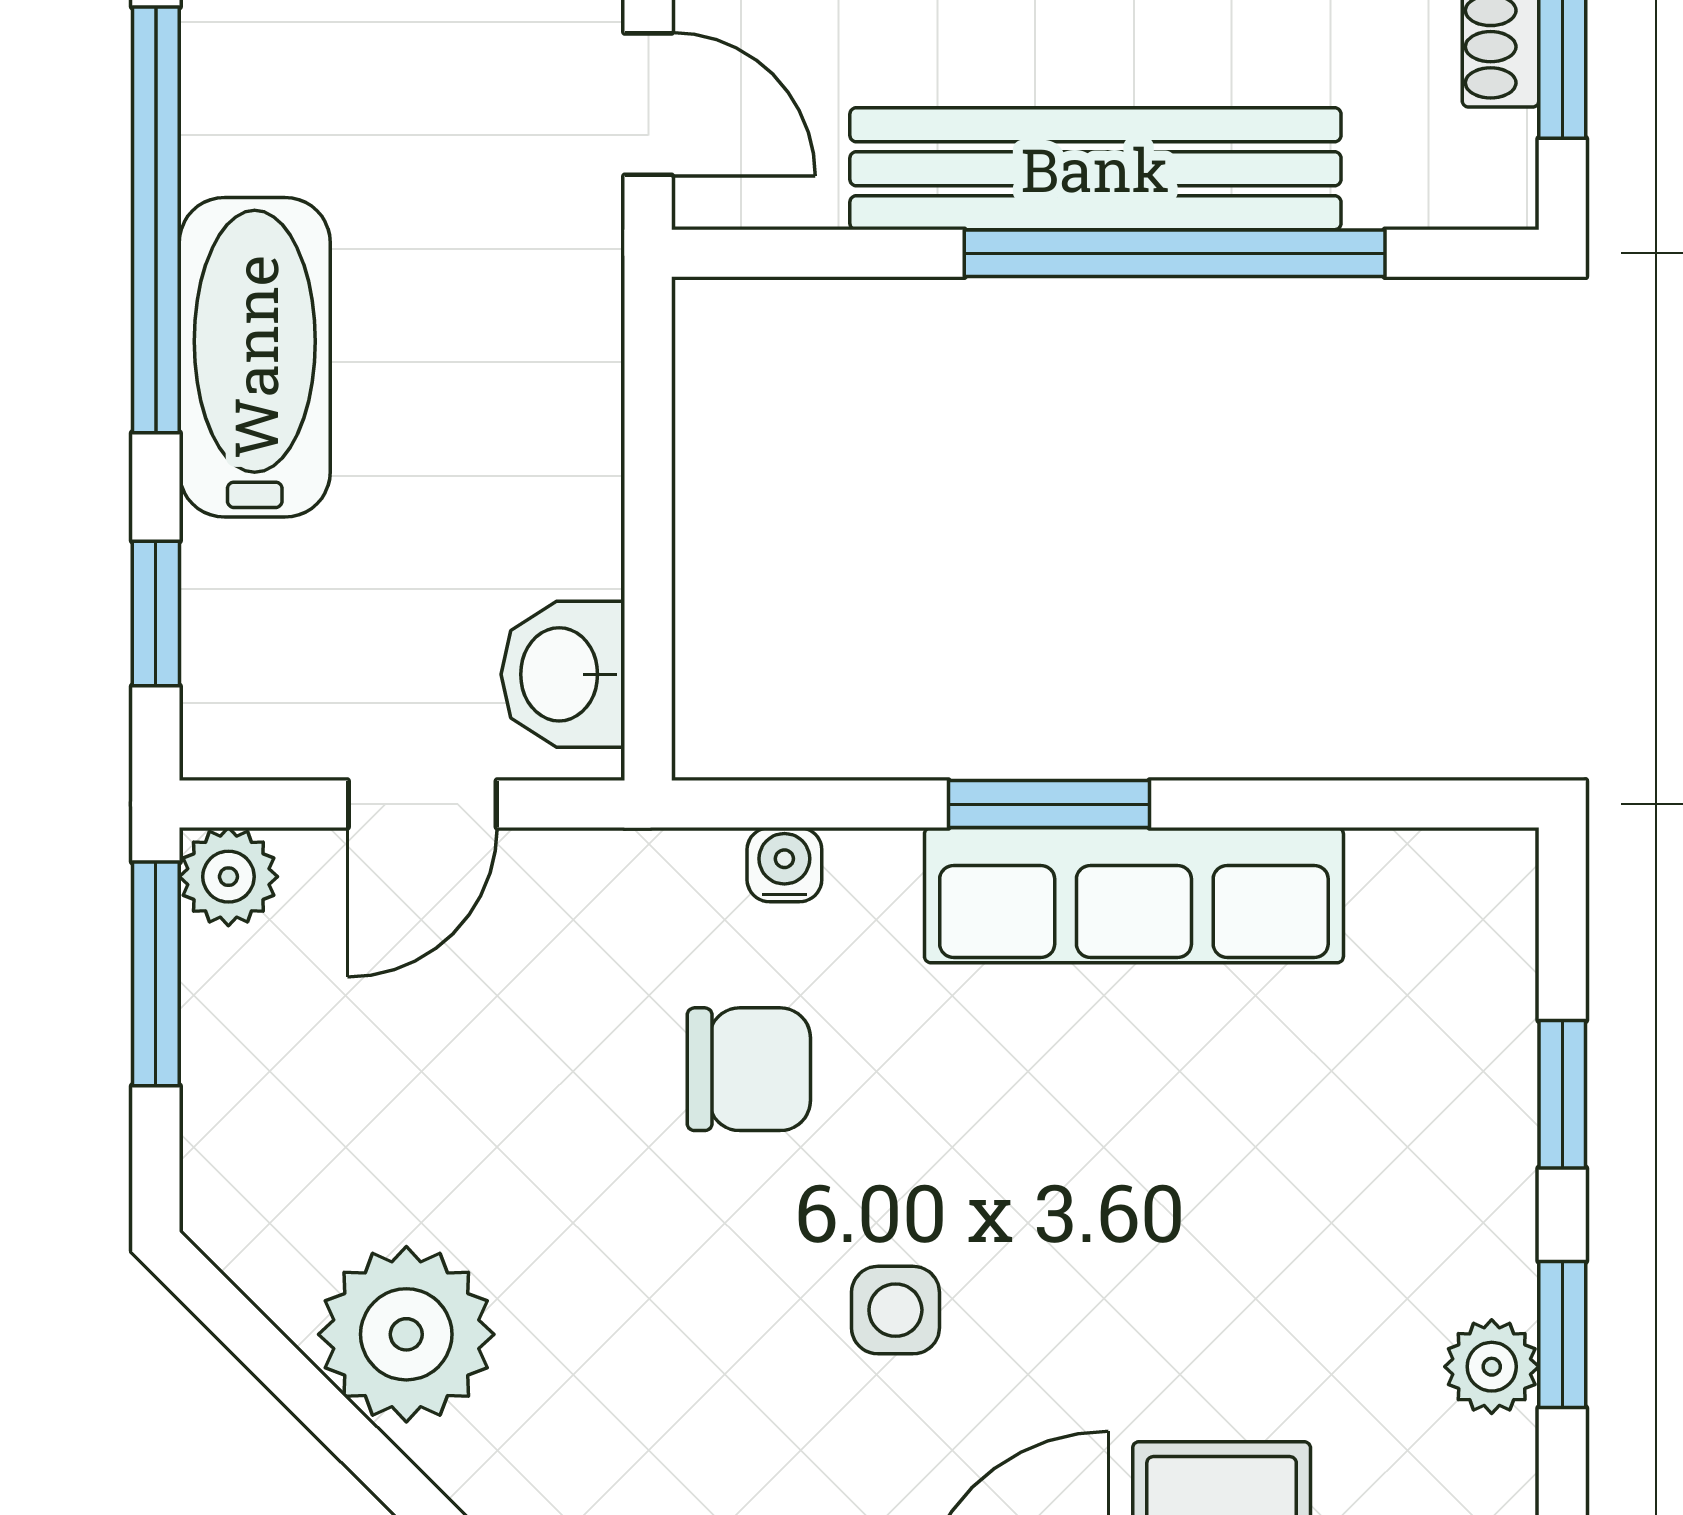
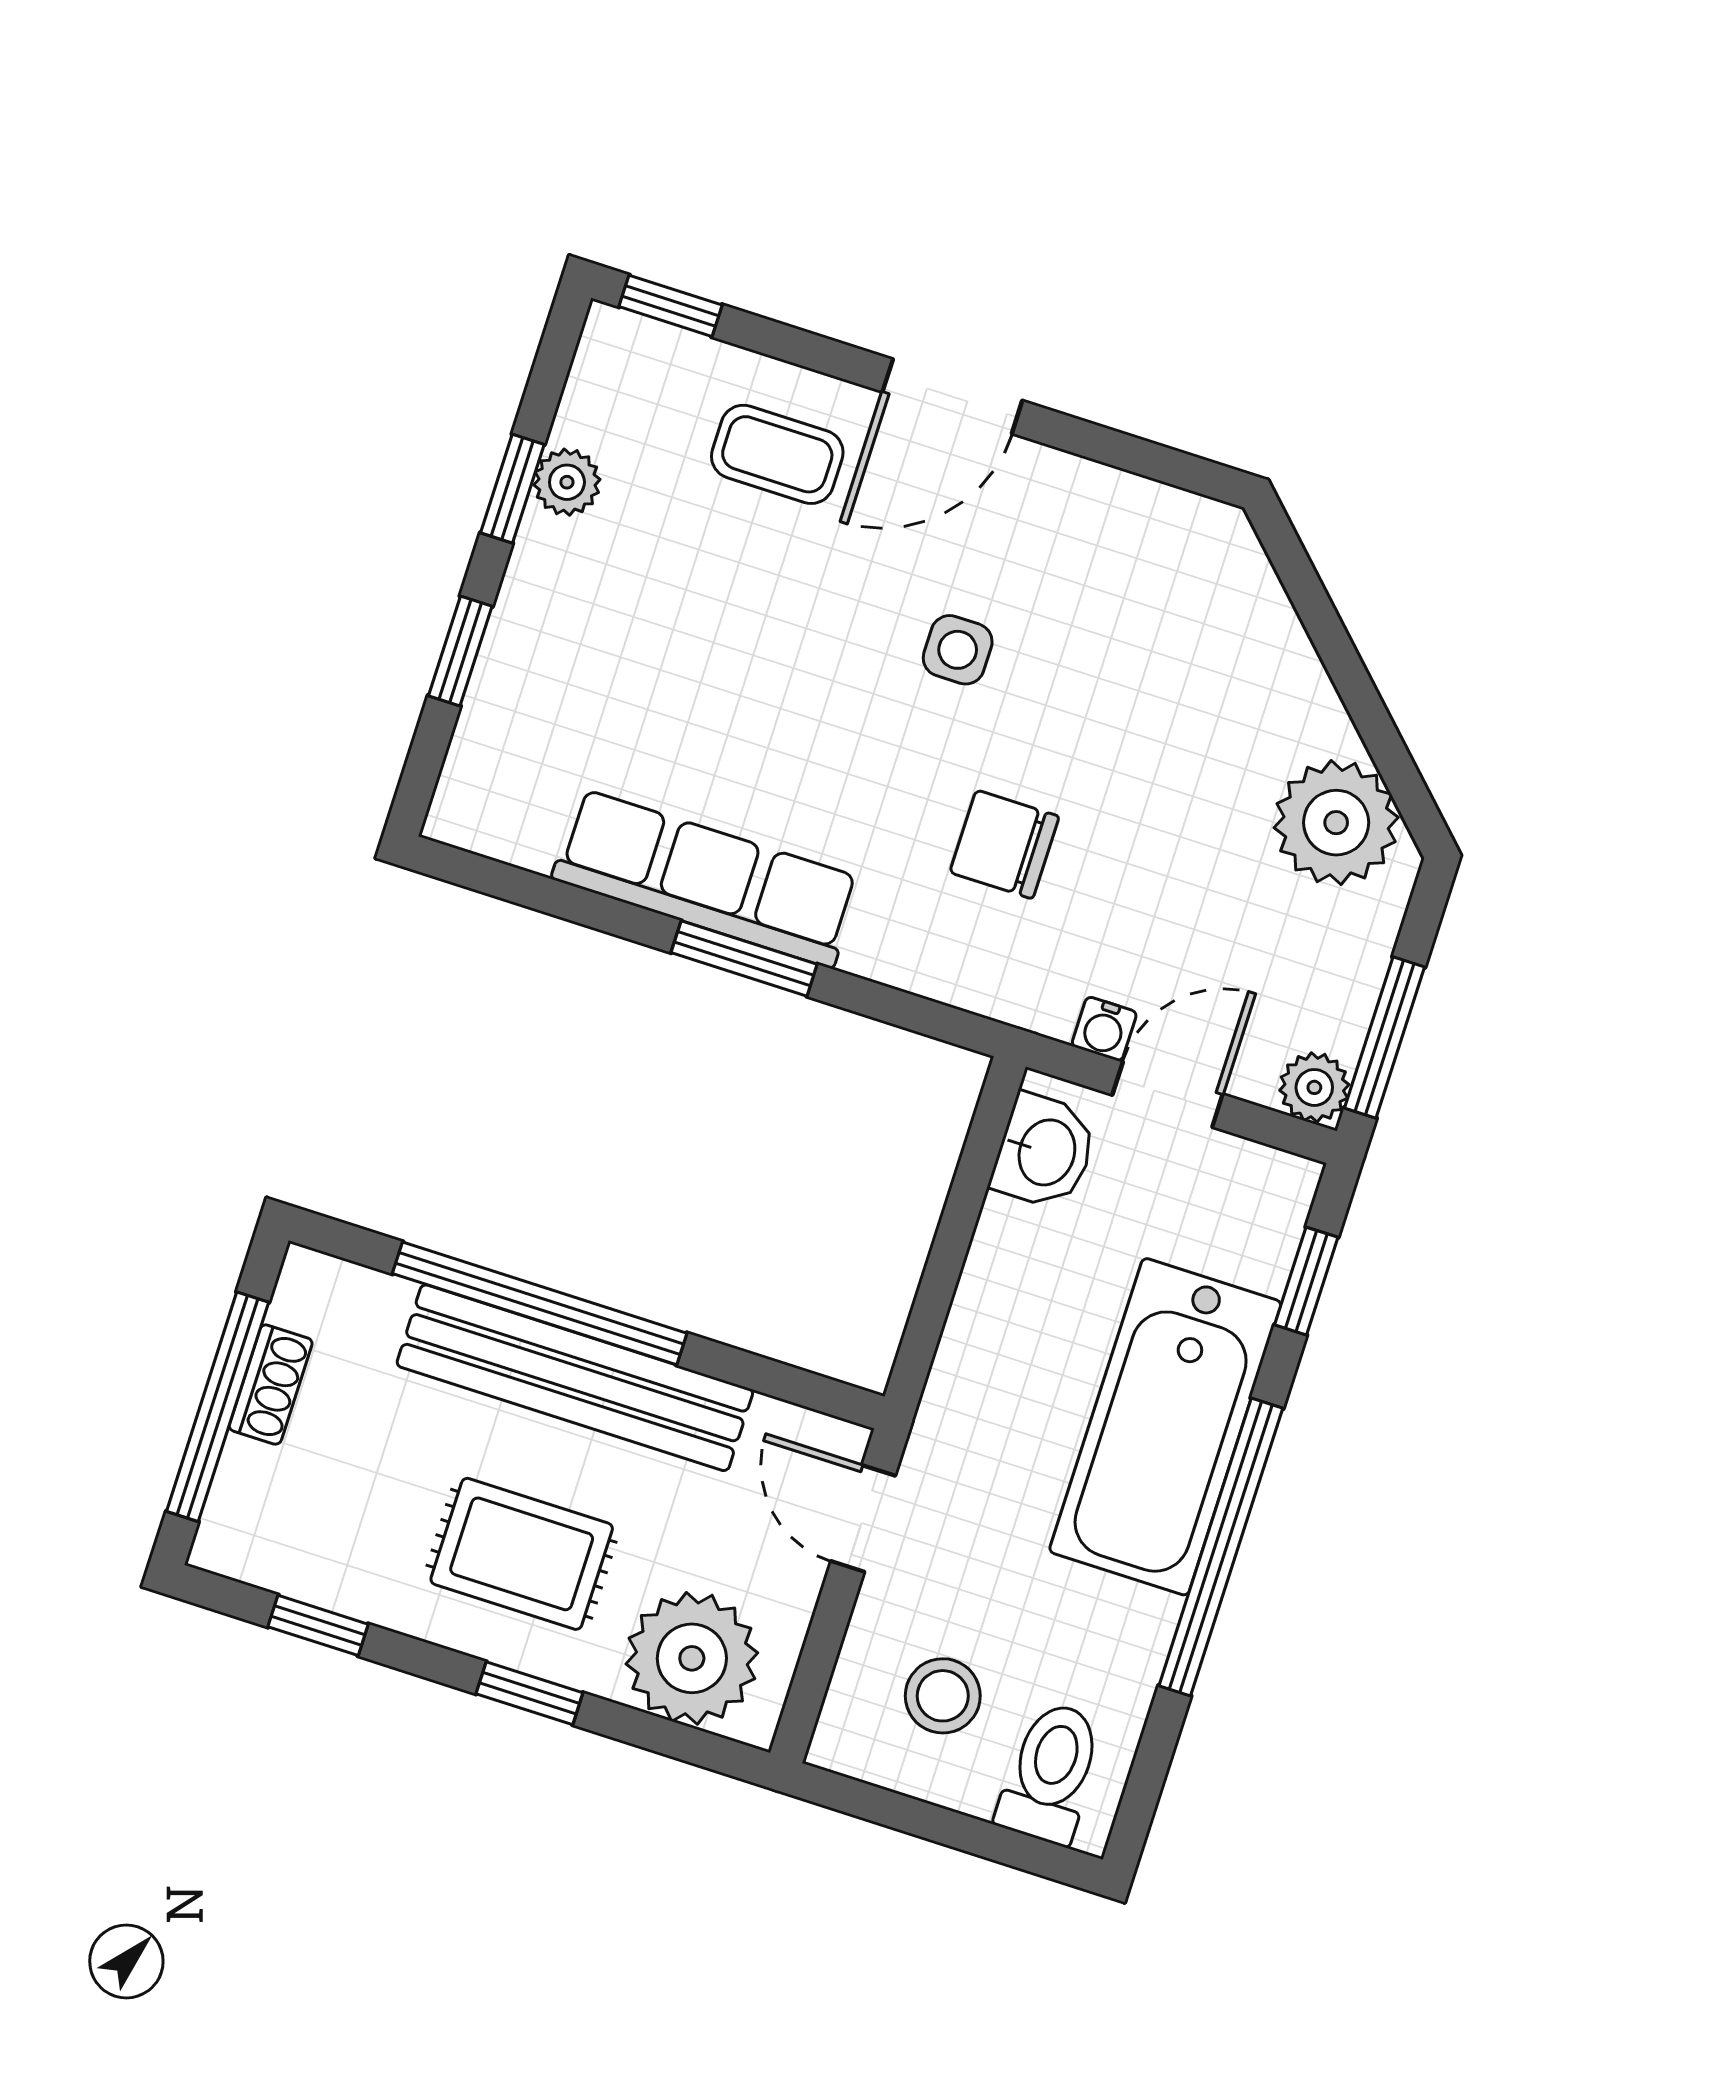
bathtub: (255, 357) -> (1165, 1427), width x1.36, depth x1.36
water cooler: (784, 865) -> (1104, 1029), moved
plant: (406, 1334) -> (1336, 823), moved

